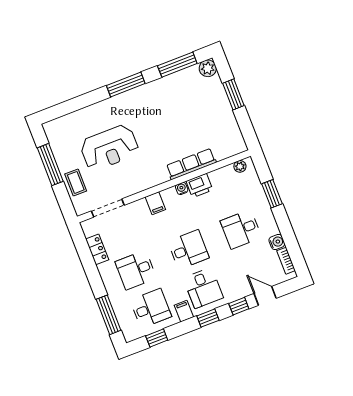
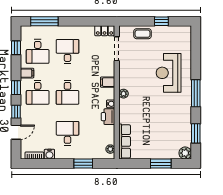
window: (177, 65) -> (196, 133), width x0.69
reception desk: (109, 148) -> (169, 73), moved
row of seats: (191, 164) -> (125, 141), moved
window: (50, 165) -> (161, 21), width x0.46
plant: (162, 177) -> (124, 94), added
locker: (97, 249) -> (104, 31), moved
desk: (203, 288) -> (38, 92), turned -90

